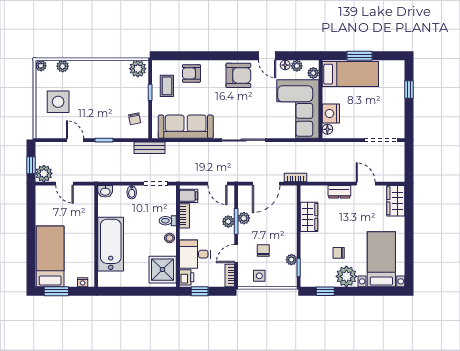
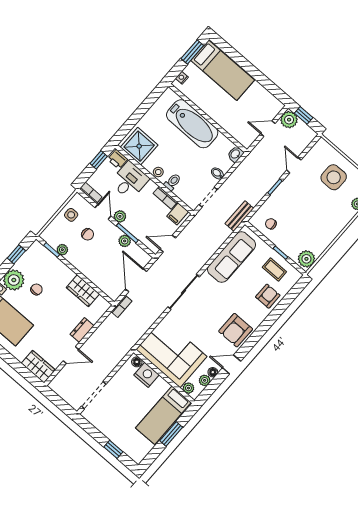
door: (75, 140) -> (294, 165), swing flipped
plant: (228, 222) -> (120, 216), moved

